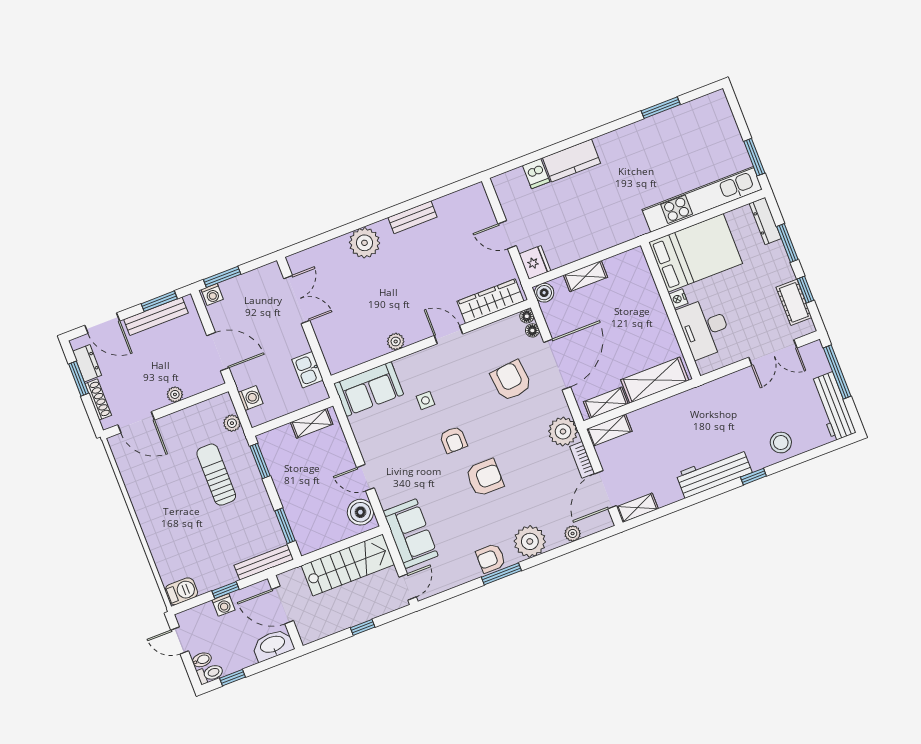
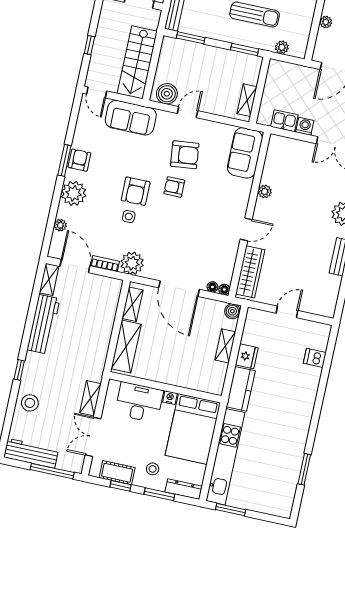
kitchen counter: (571, 161) -> (241, 389), moved, turned 180
fridge: (535, 262) -> (247, 356), moved, turned -90
stool: (765, 268) -> (153, 469), added
armchair: (511, 381) -> (185, 155), moved
washing machine: (251, 398) -> (305, 126), moved, turned 180
side table: (425, 400) -> (129, 216), moved
shelving: (609, 430) -> (90, 398), moved
workbench: (714, 473) -> (43, 324), moved

